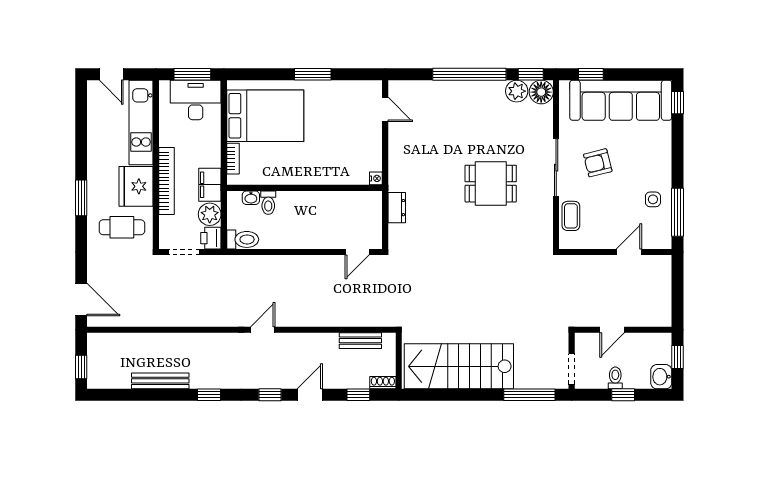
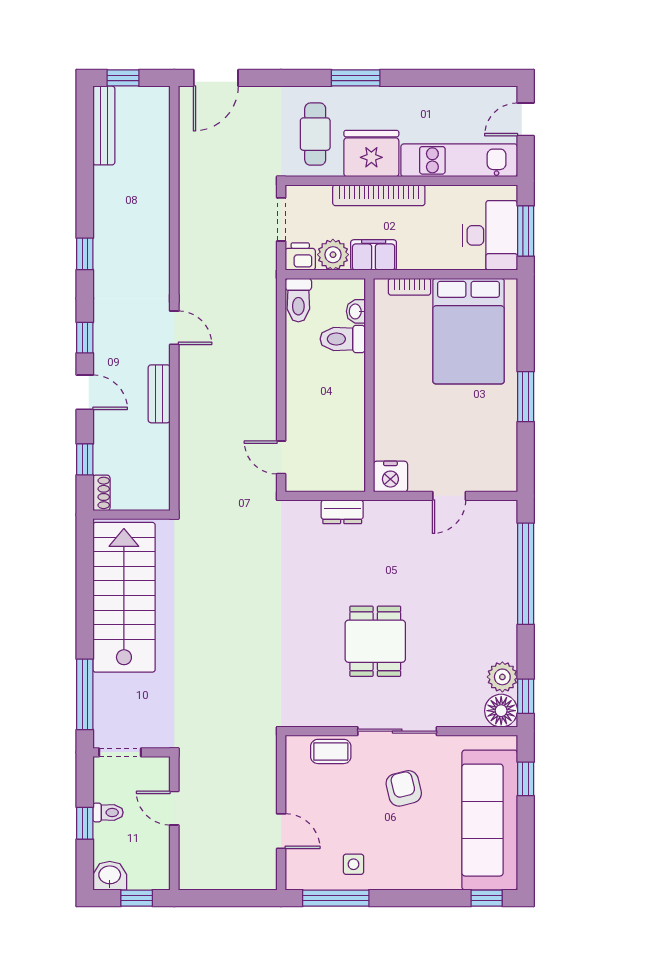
window: (469, 74) -> (526, 574), moved
door: (385, 109) -> (449, 496), moved
nightstand: (376, 178) -> (390, 477), width x1.89, depth x1.79
toilet: (268, 203) -> (343, 339), width x1.37, depth x1.39
bench: (360, 341) -> (159, 394), moved
bench: (160, 381) -> (104, 125), moved

